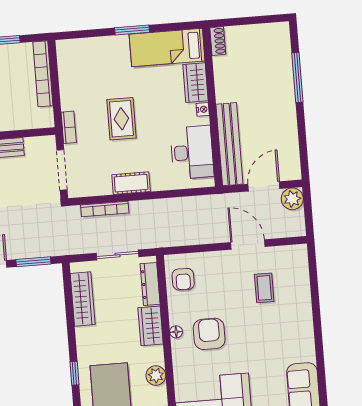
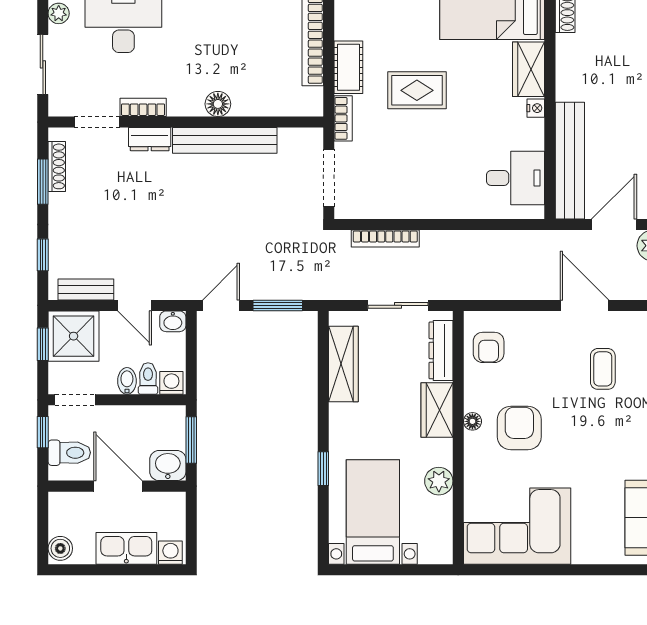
rug: (121, 119) -> (417, 90), moved, turned 90
desk: (192, 152) -> (516, 178), width x0.73
cot: (131, 183) -> (348, 67), moved, turned 90

